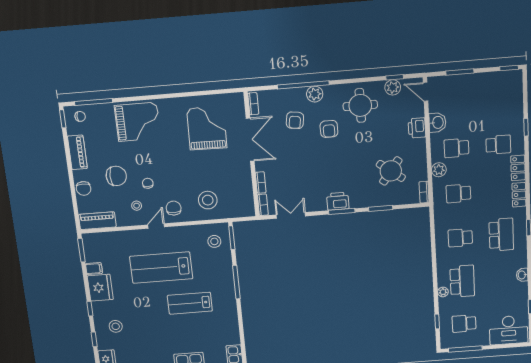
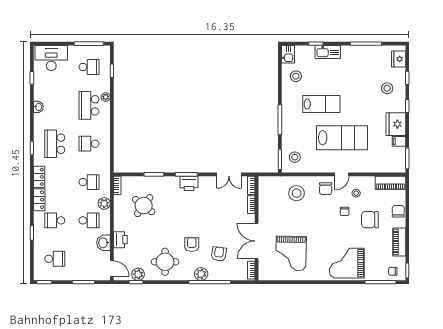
school desk: (497, 98) -> (55, 259), added
school desk: (460, 238) -> (89, 144), turned 180
stool: (223, 331) -> (296, 76), added

